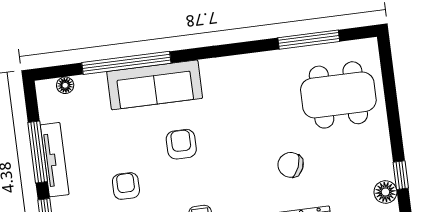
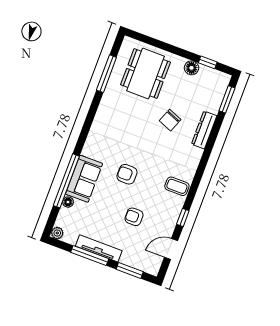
floor lamp: (65, 85) -> (68, 202), moved
sofa: (155, 85) -> (84, 179), width x0.73
plant: (45, 89) -> (57, 233), added
floor lamp: (385, 192) -> (191, 68), moved

